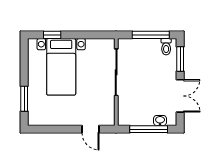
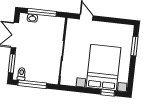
bed with nightstands: (61, 67) -> (103, 67), width x1.36

